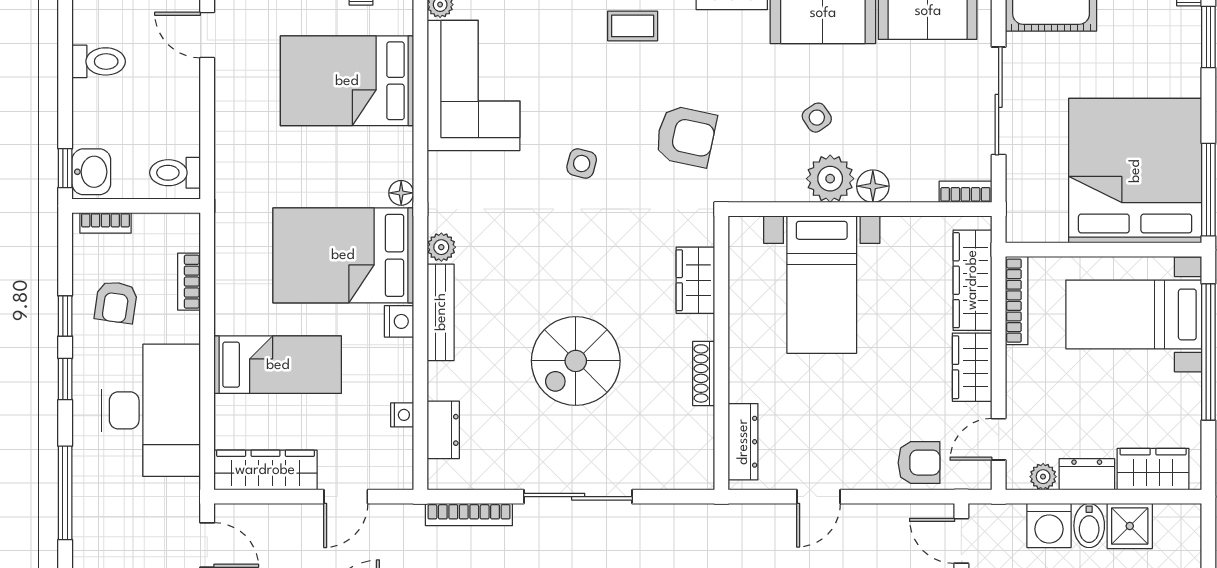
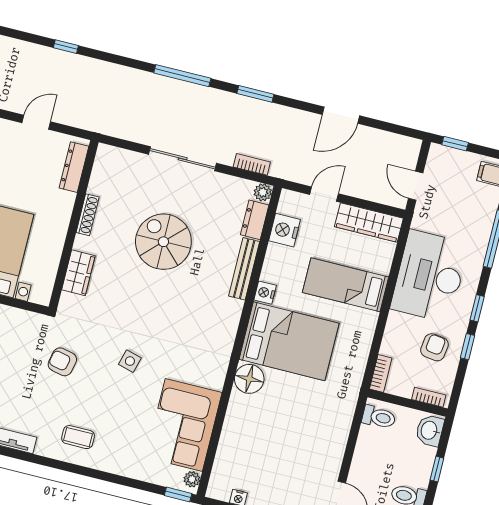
bed: (347, 81) -> (260, 447), removed
armchair: (686, 136) -> (62, 362), width x0.72, depth x0.72
window: (65, 168) -> (437, 469), moved
floor lamp: (401, 193) -> (249, 379), width x1.89, depth x1.89
plant: (441, 247) -> (263, 192), moved
bookcase: (189, 282) -> (381, 373), moved
bench: (441, 312) -> (244, 269), moved
spiral stairs: (576, 361) -> (163, 242), turned -90
nightstand: (402, 415) -> (285, 230), width x1.89, depth x1.79
bookcase: (469, 515) -> (252, 164), width x0.64

